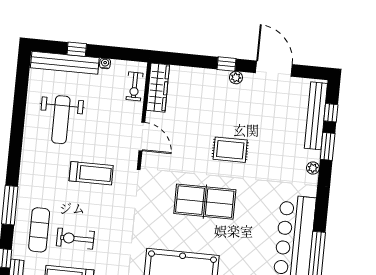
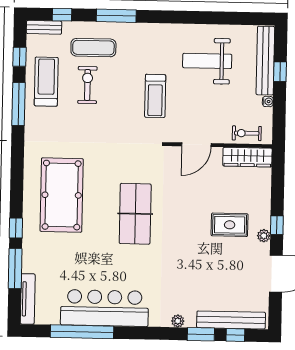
rug: (230, 150) -> (230, 225), moved, turned 90

